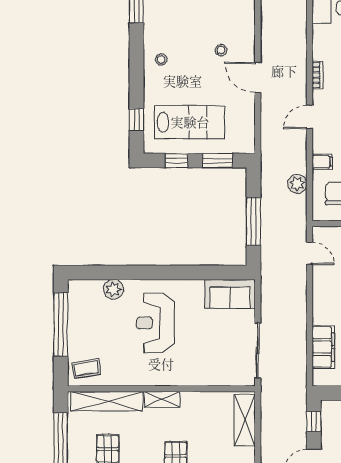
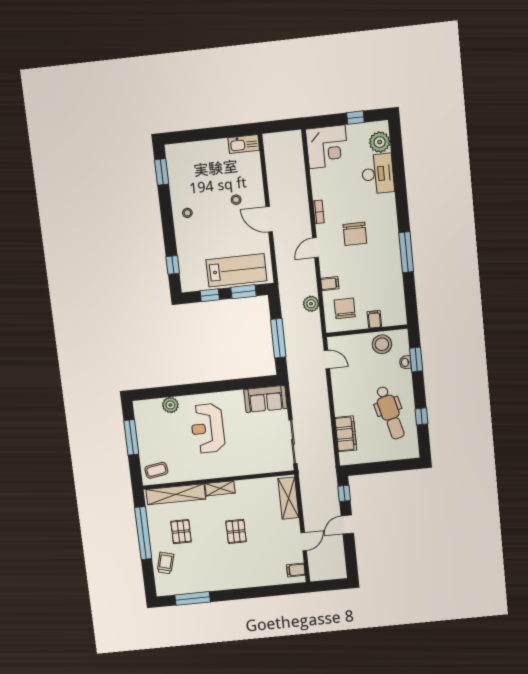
lab bench: (190, 122) -> (236, 270), moved
window: (61, 324) -> (131, 437), width x0.68

